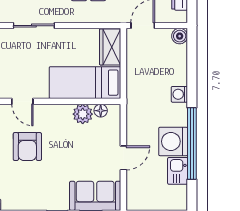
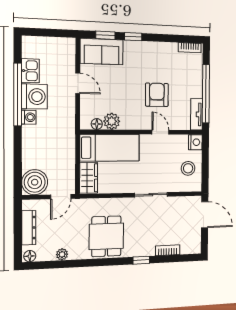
boiler: (180, 36) -> (35, 182), width x1.86, depth x1.86
washing machine: (179, 94) -> (29, 117), moved
door: (123, 158) -> (78, 83), swing flipped

